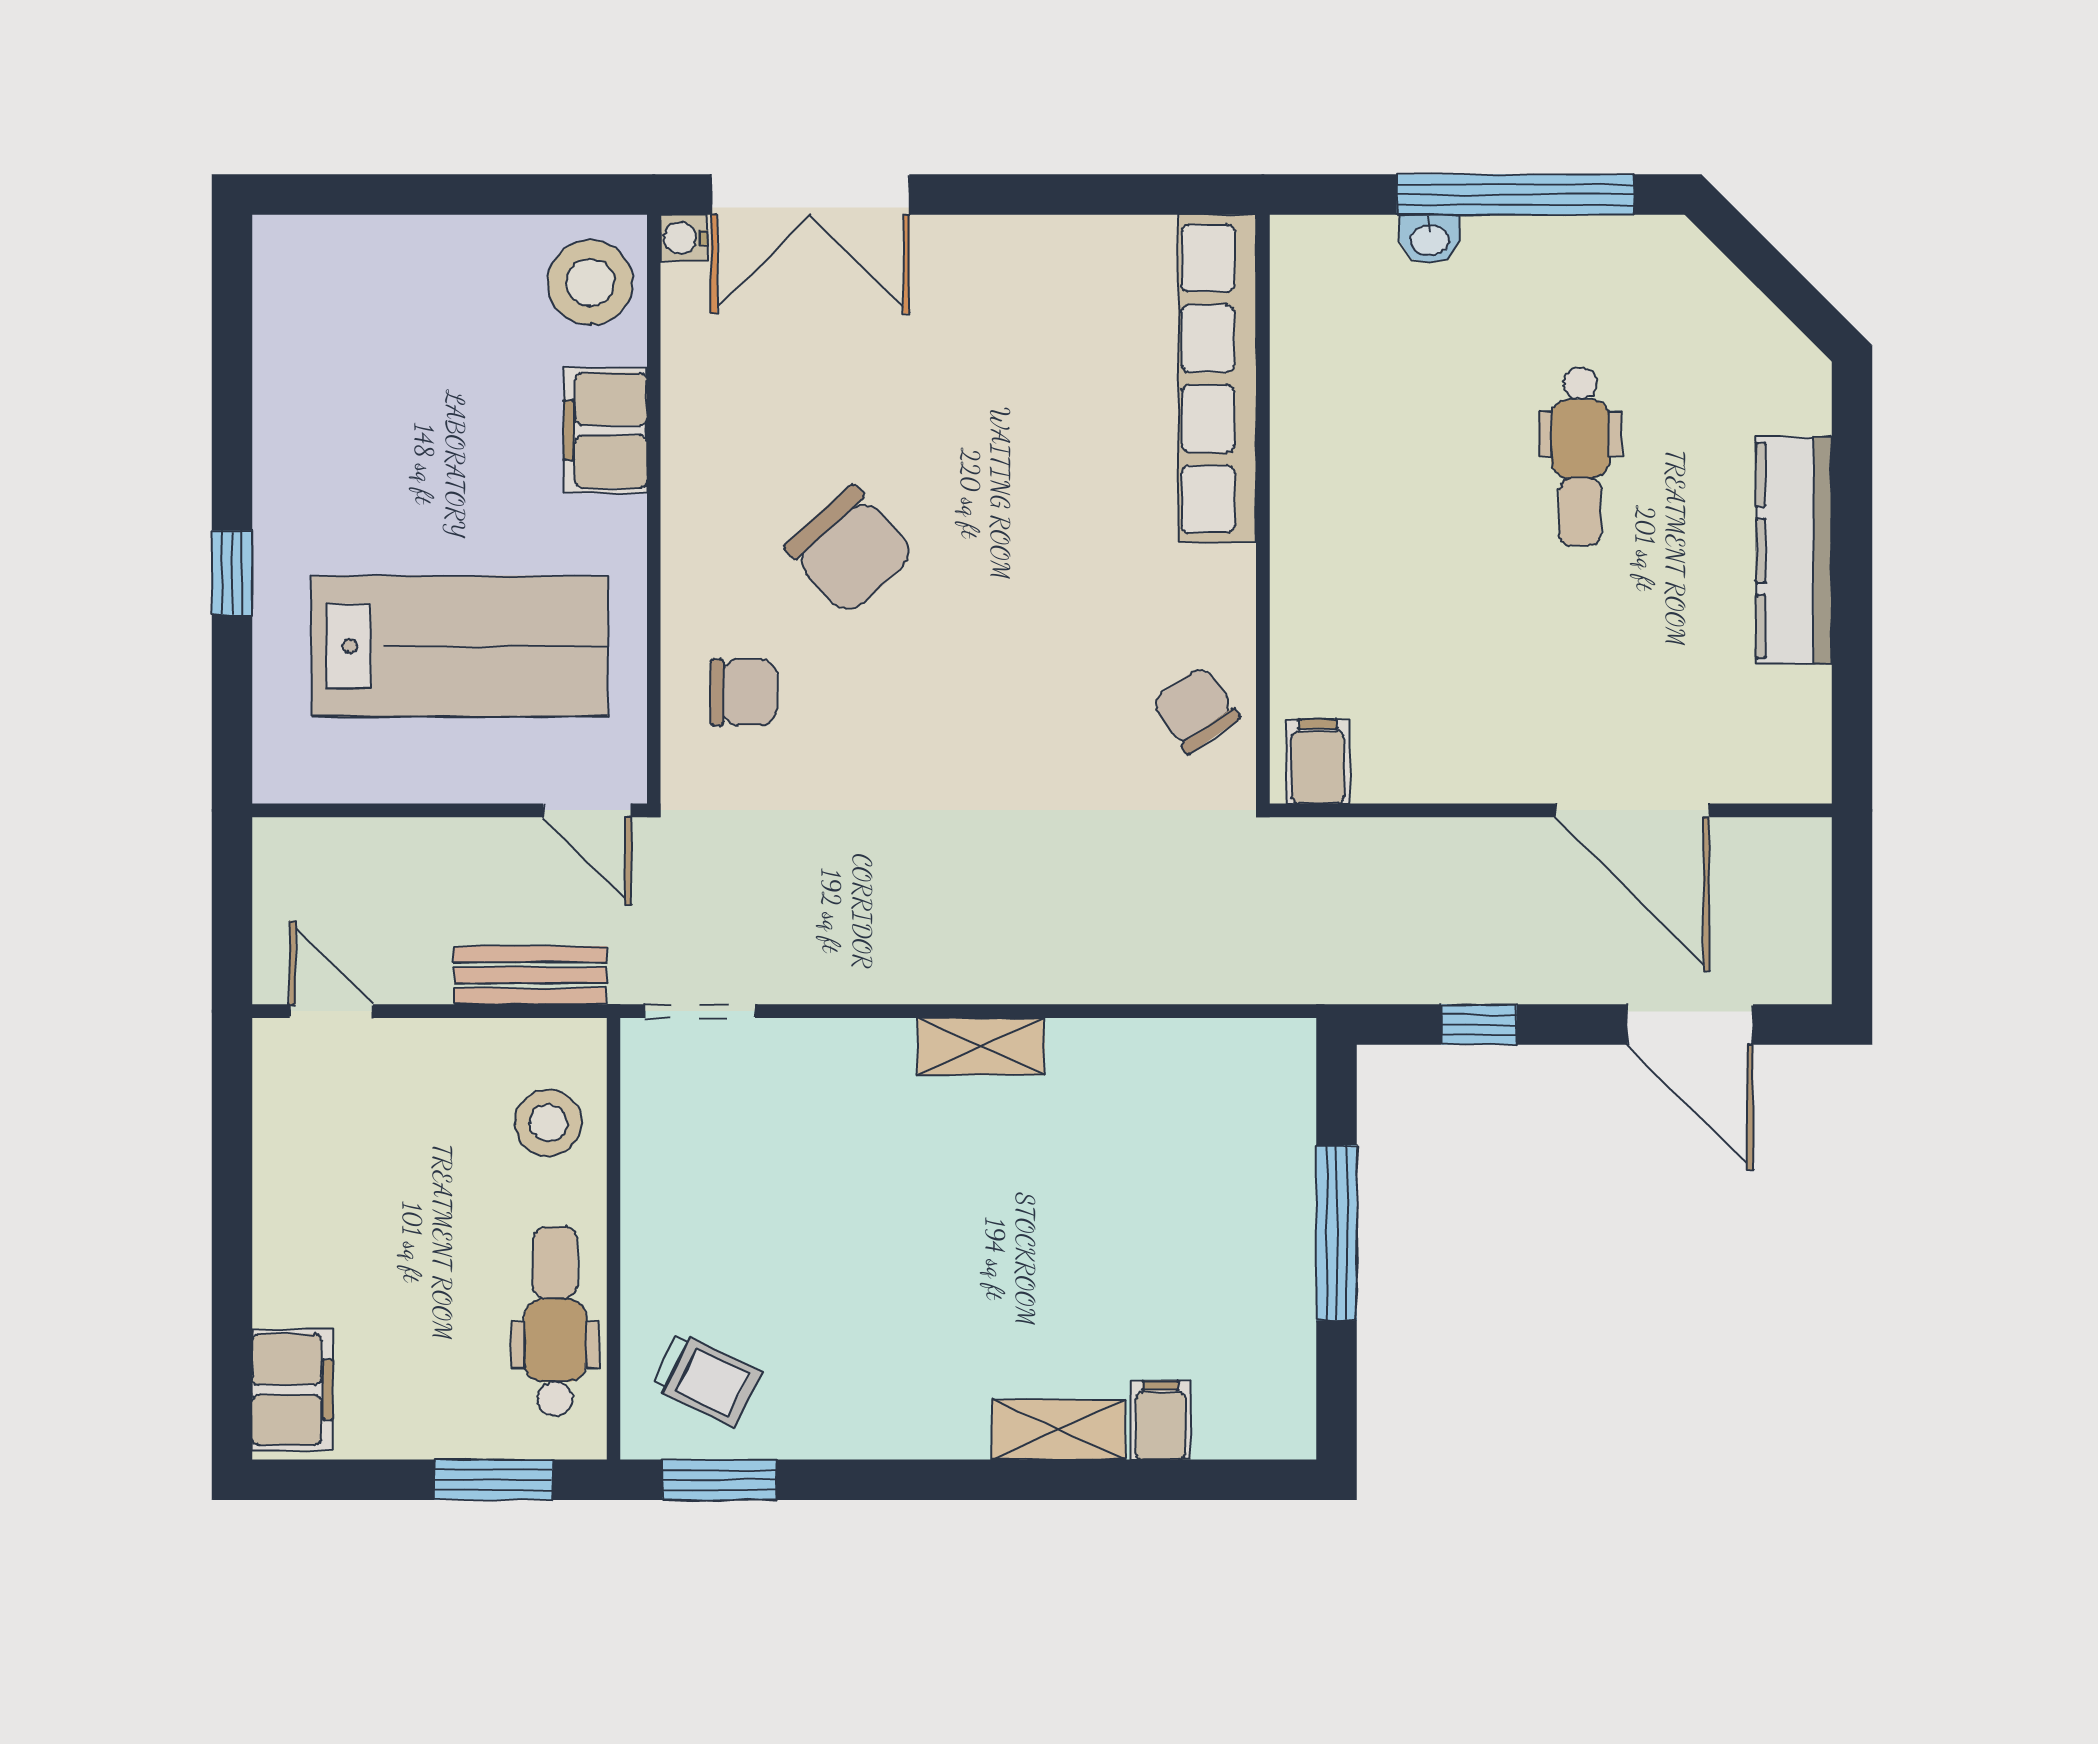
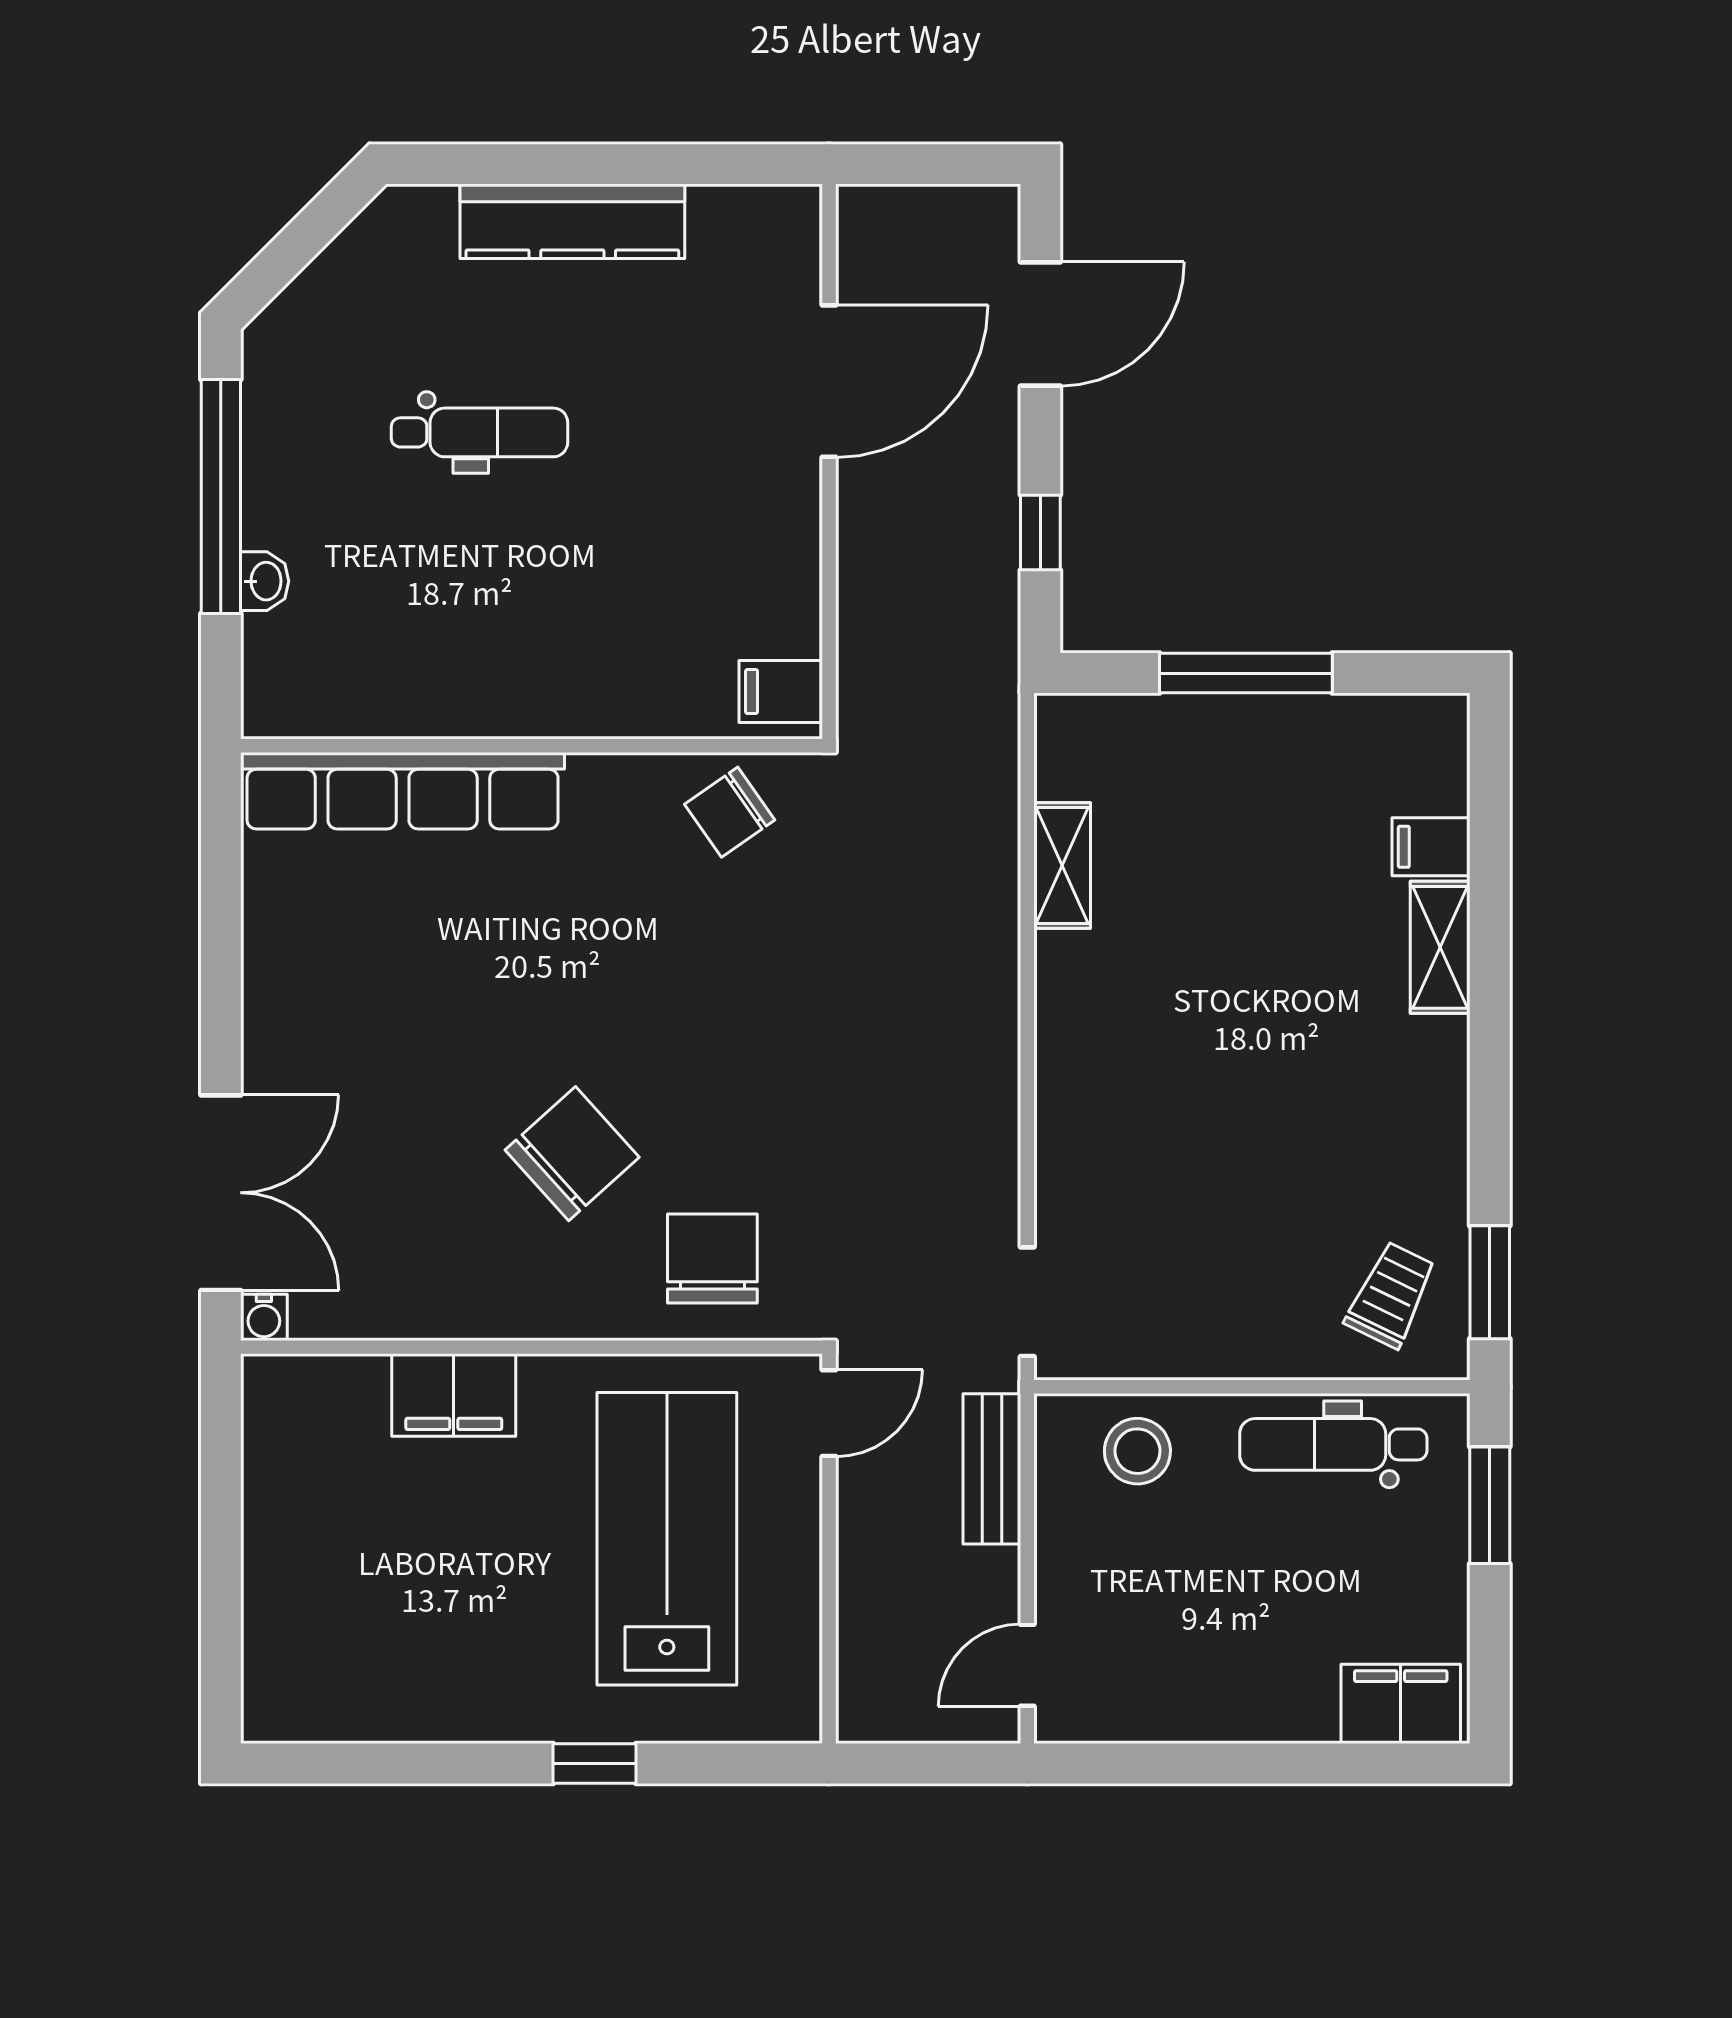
stool: (590, 283) -> (308, 1410), removed
chair: (743, 692) -> (712, 1259), width x1.37, depth x1.37
shelving: (981, 1047) -> (1062, 866), moved

